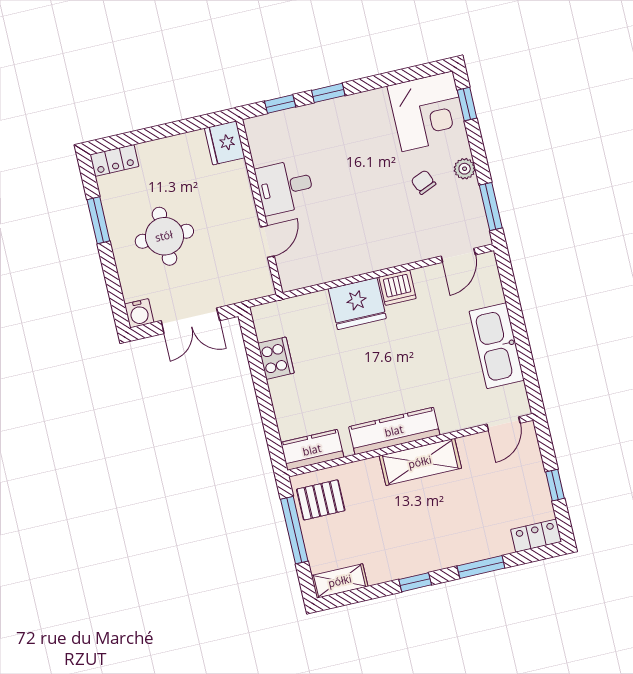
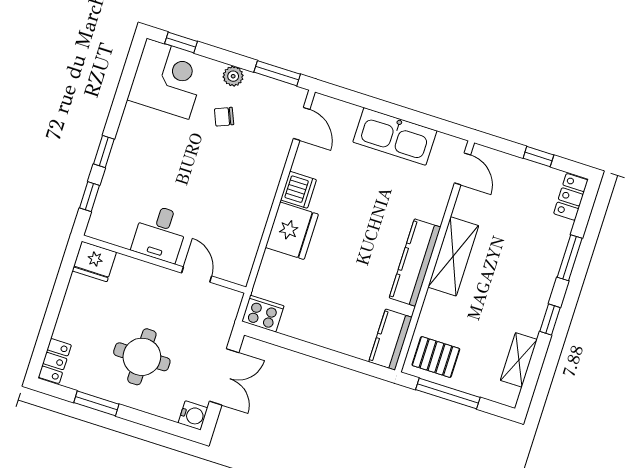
cooker: (276, 358) -> (263, 314), moved
pallet: (321, 500) -> (436, 357), turned 90
shelving: (340, 581) -> (519, 360), moved

